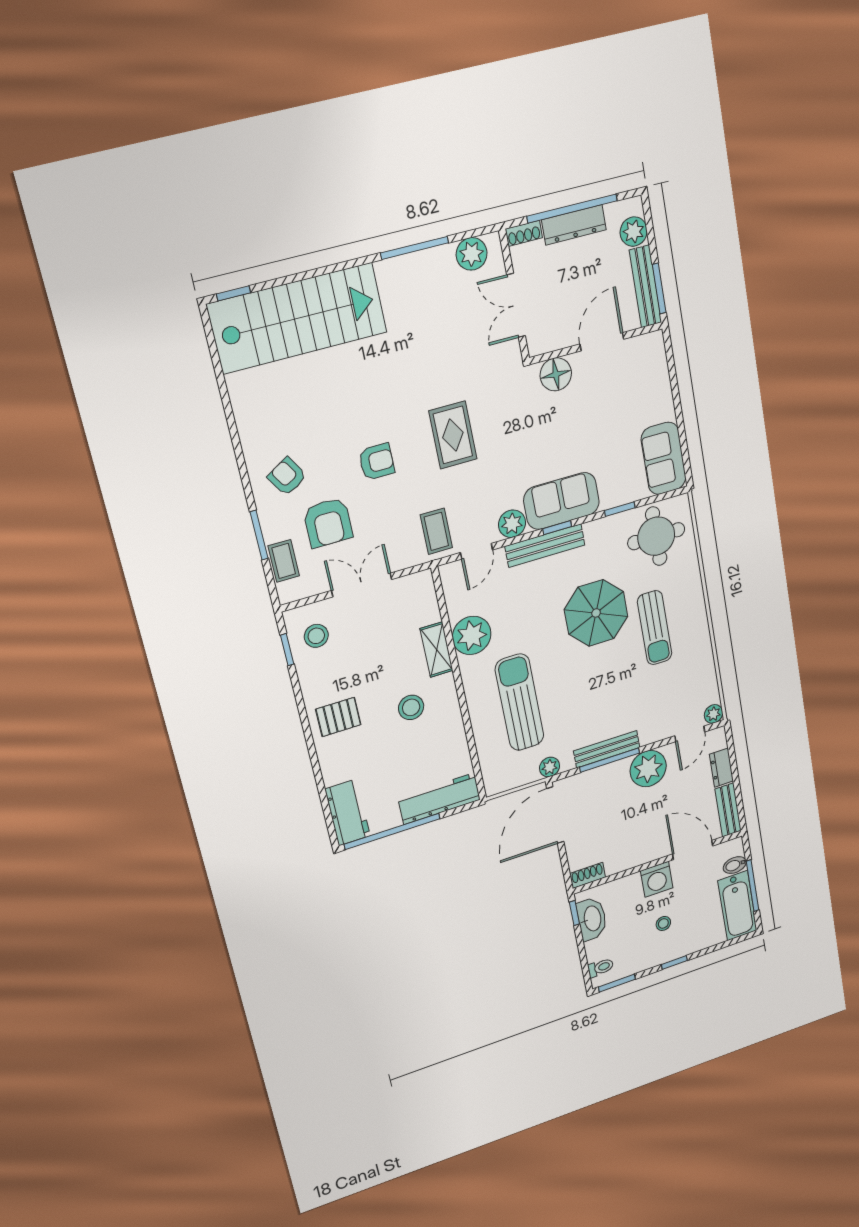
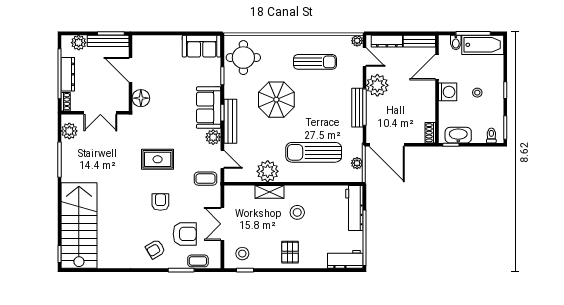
sun lounger: (655, 628) -> (315, 62), moved
plant: (550, 767) -> (357, 163), moved
dresser: (721, 768) -> (387, 41), width x1.44

